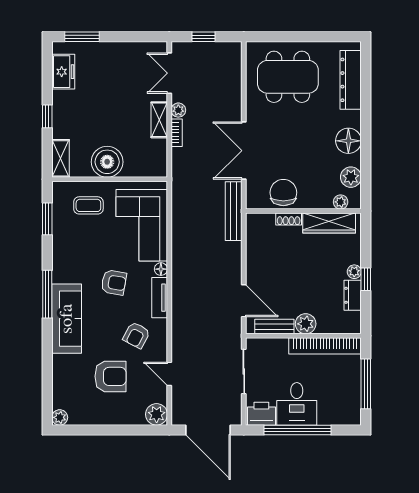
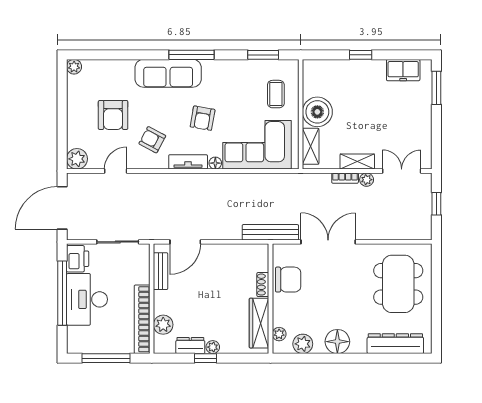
shelving: (60, 158) -> (311, 146), moved, turned 90
plant: (306, 324) -> (163, 325), moved
desk: (297, 404) -> (87, 299), width x1.37

